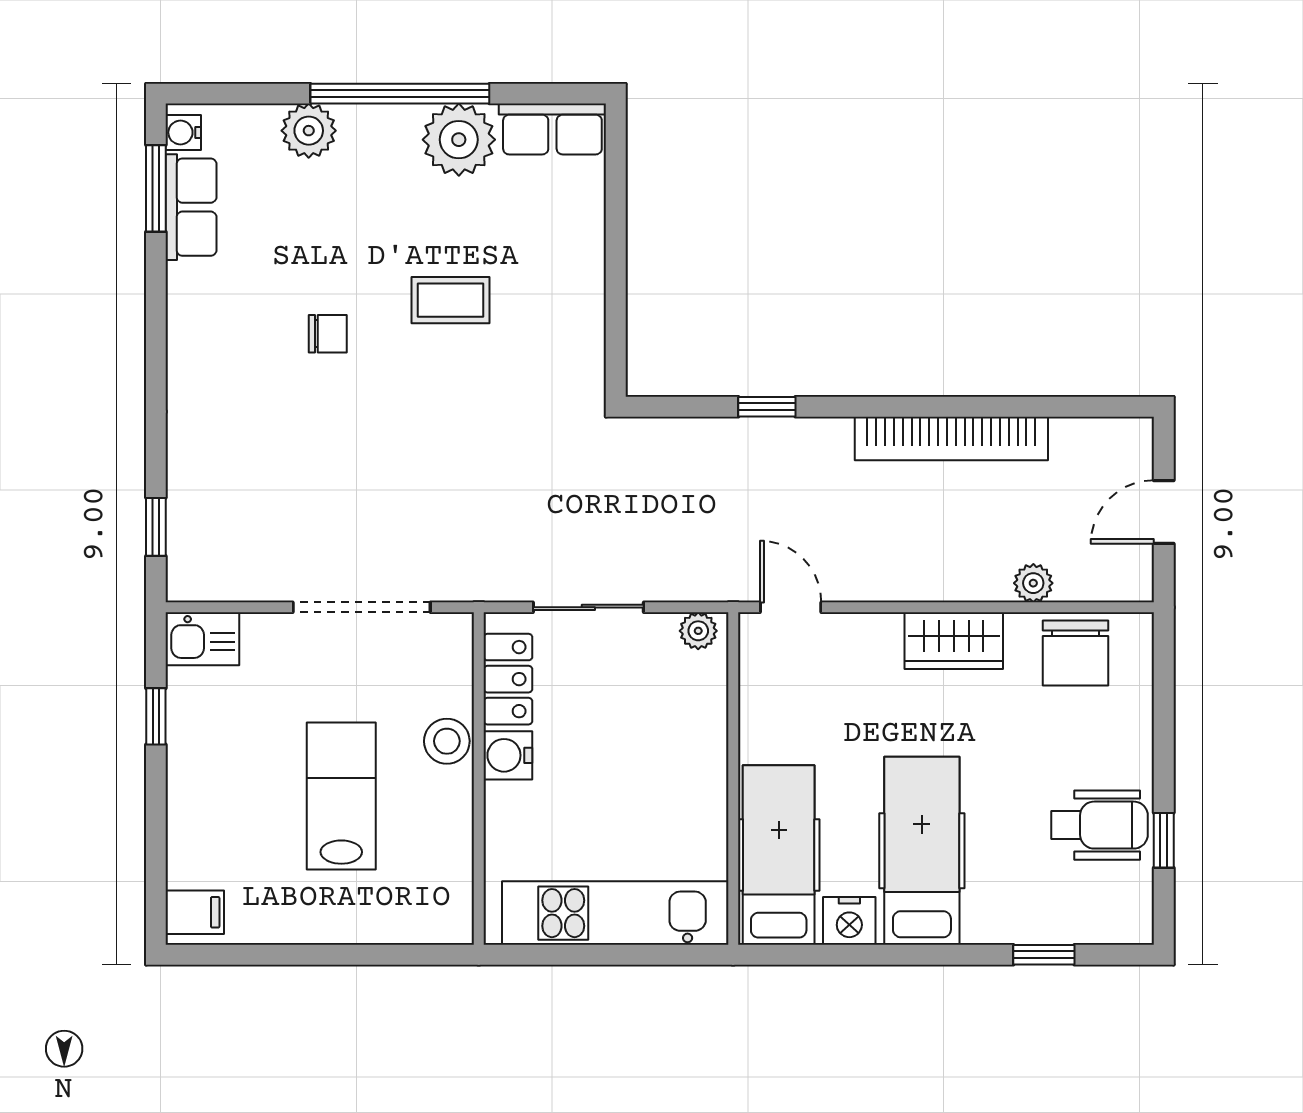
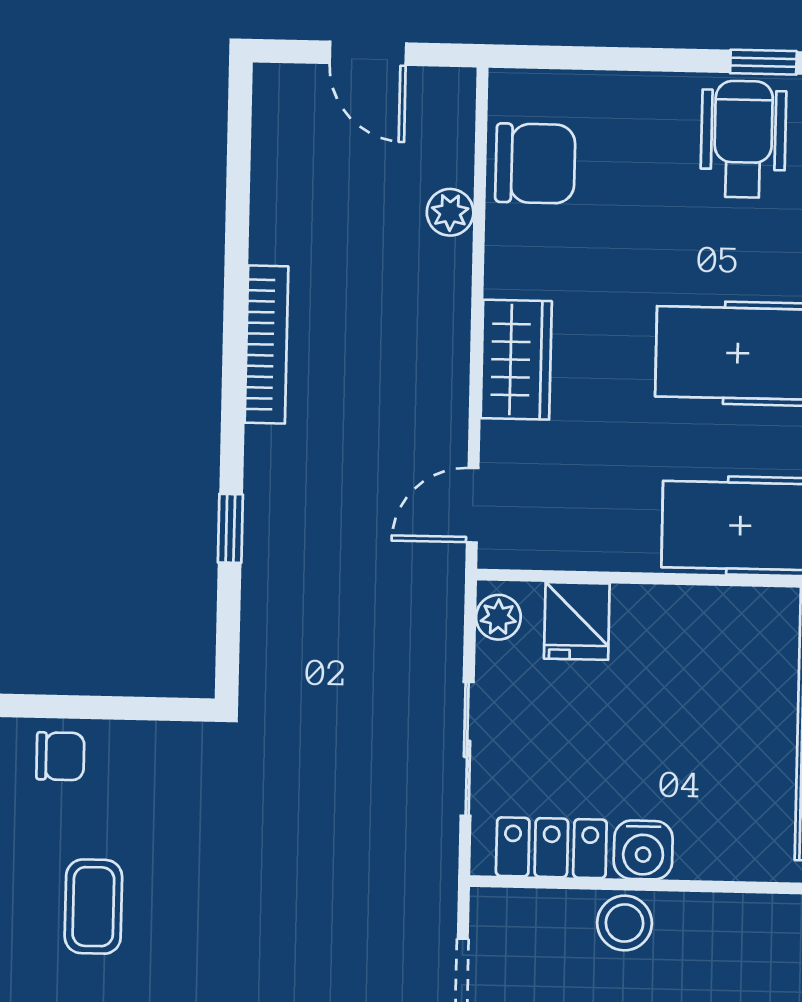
chair: (575, 270) -> (60, 756), added
bookcase: (951, 438) -> (266, 345), width x0.68, depth x0.76
wardrobe: (954, 641) -> (516, 360), moved
fridge: (697, 696) -> (577, 621), added

